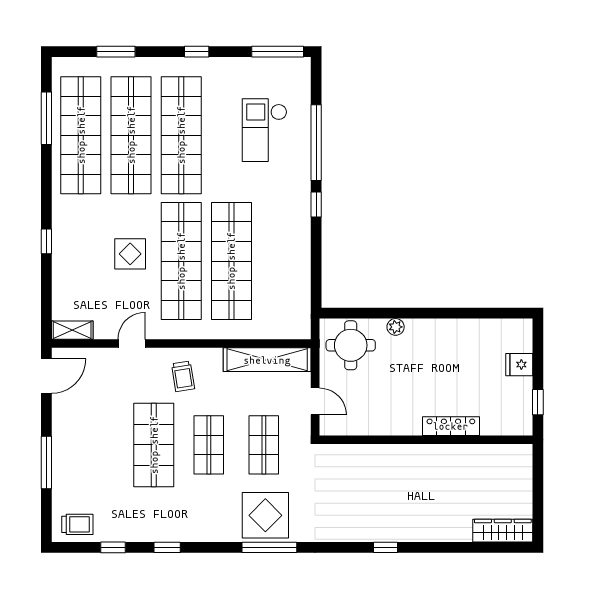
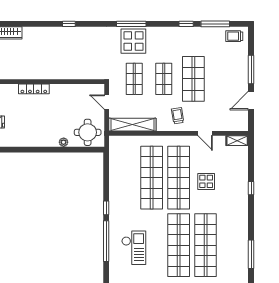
shop shelf: (81, 135) -> (233, 245), removed
door: (132, 343) -> (205, 133), hinge flipped
door: (46, 376) -> (251, 101), moved
window: (113, 547) -> (215, 24), width x2.17

